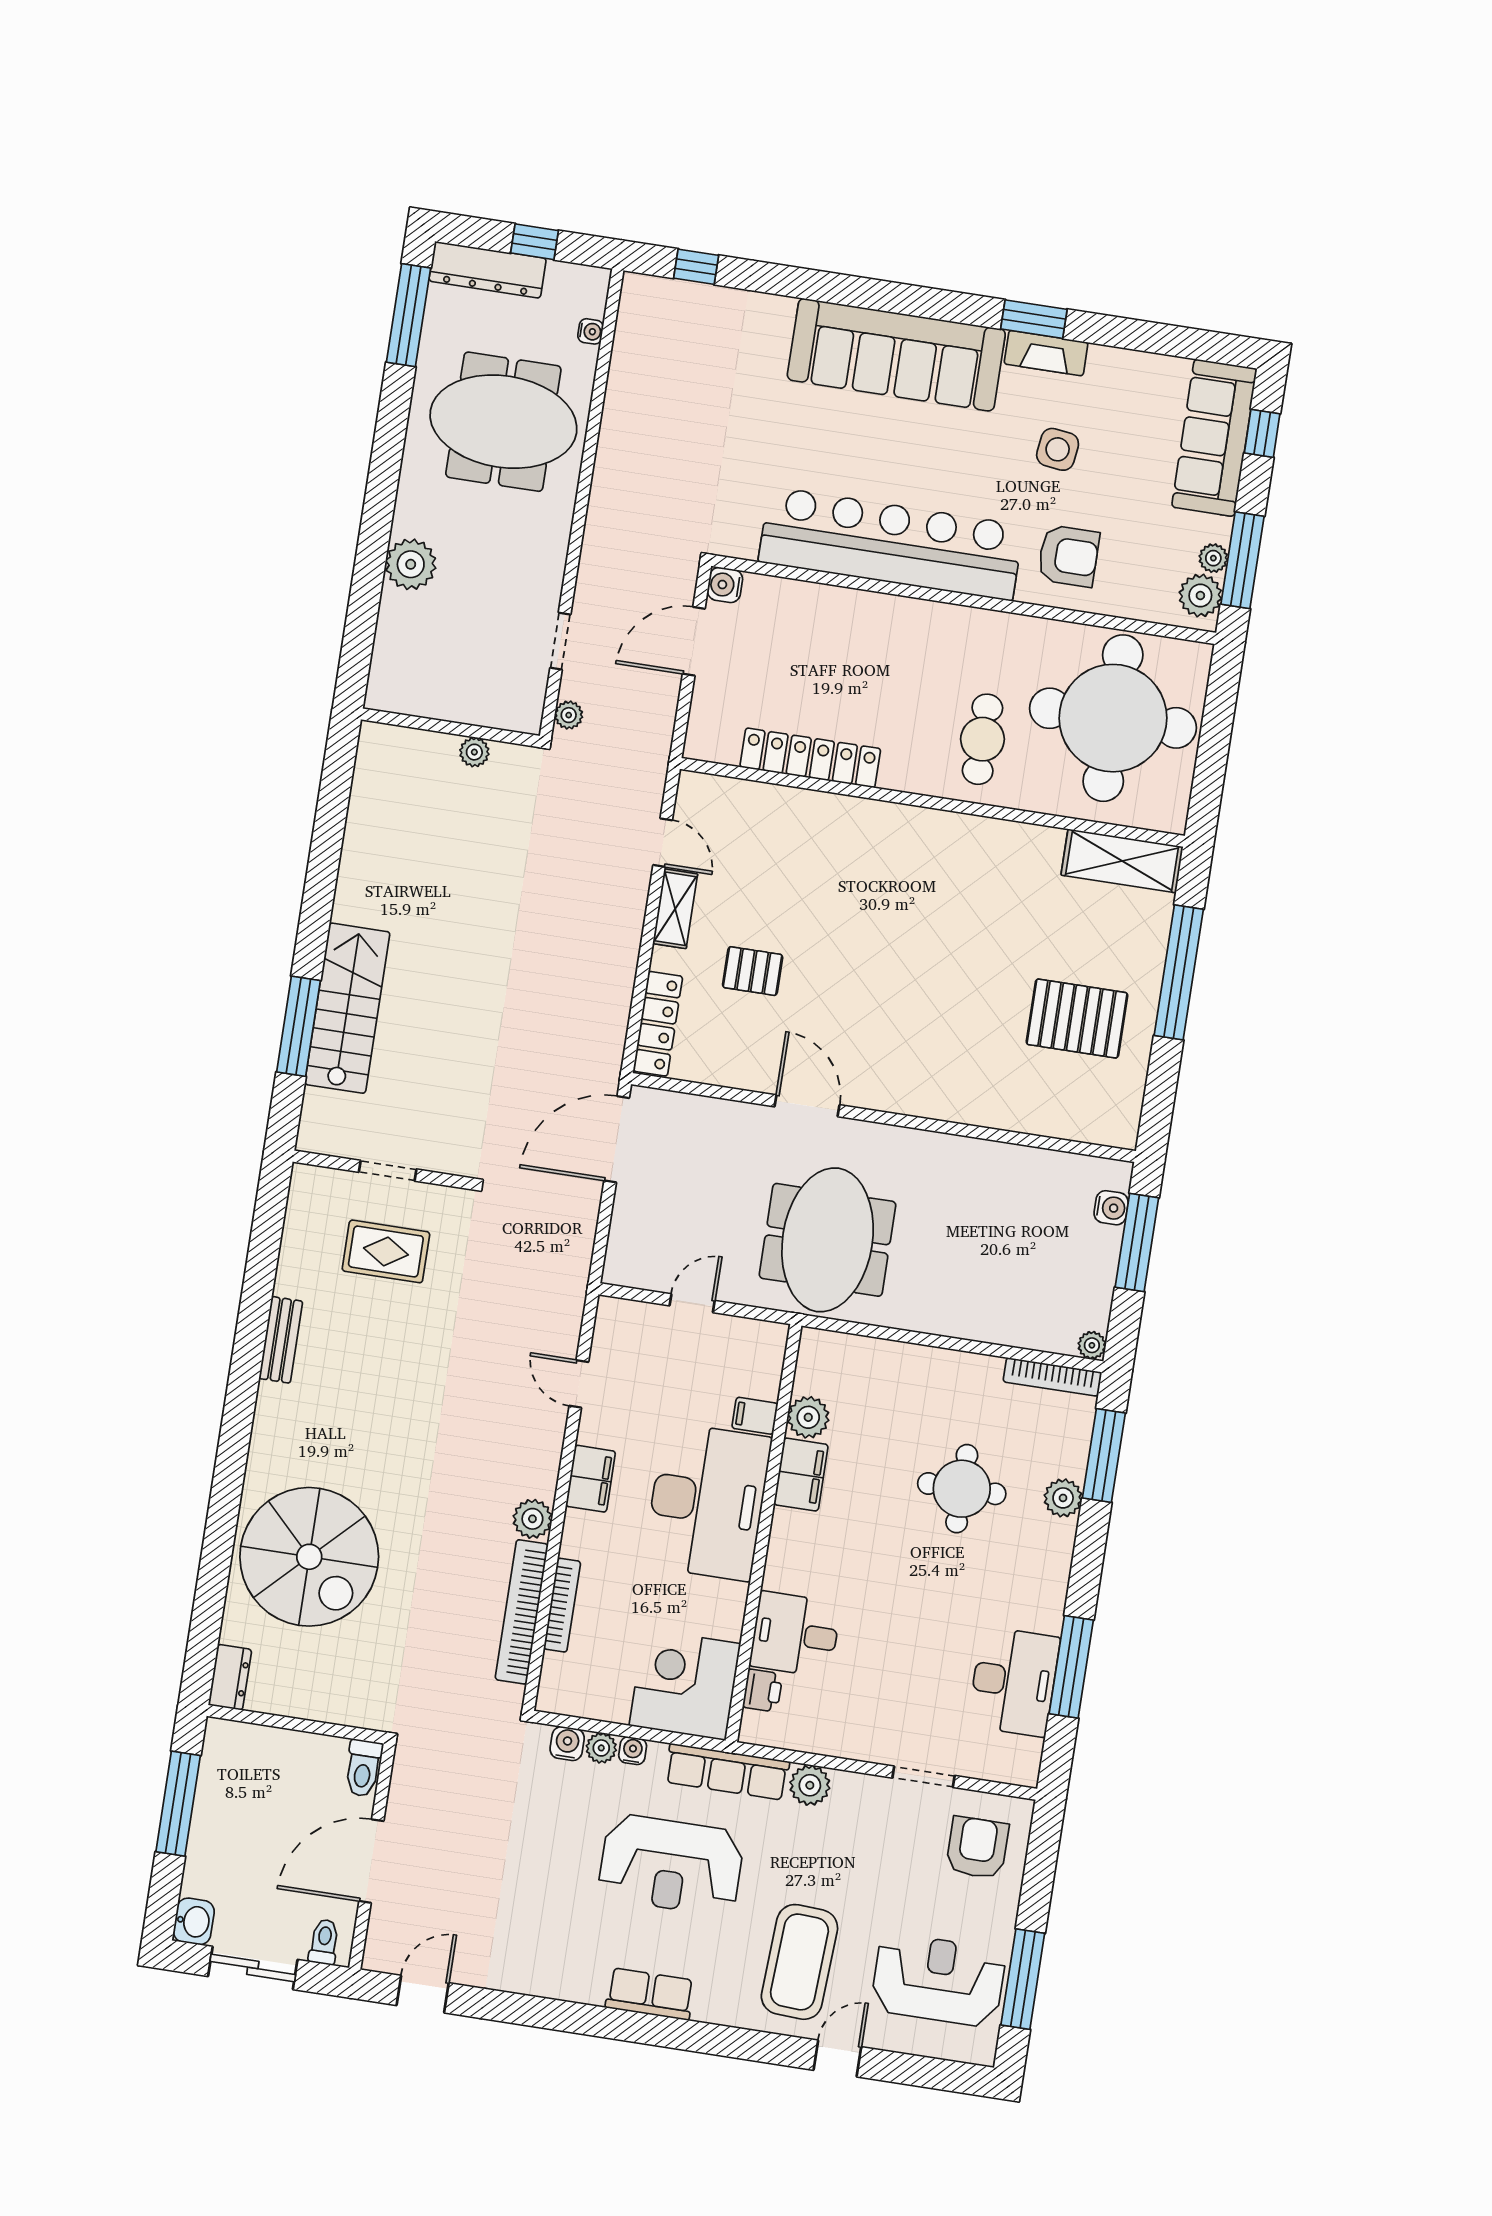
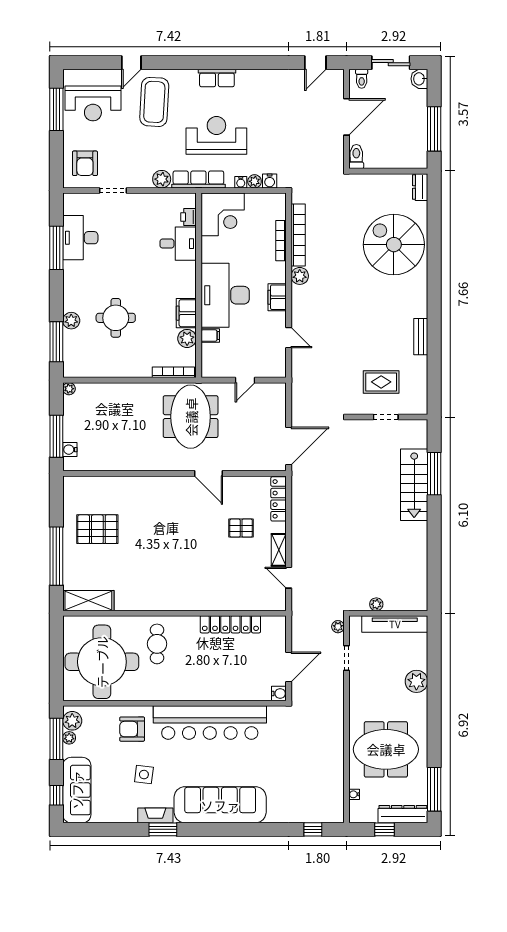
tv unit: (440, 701) -> (395, 624), added
bookcase: (1052, 1377) -> (173, 372), moved

